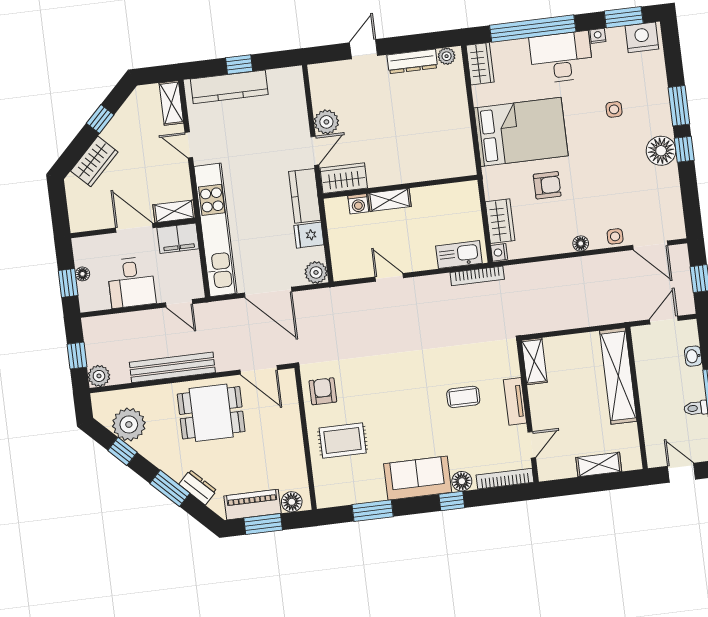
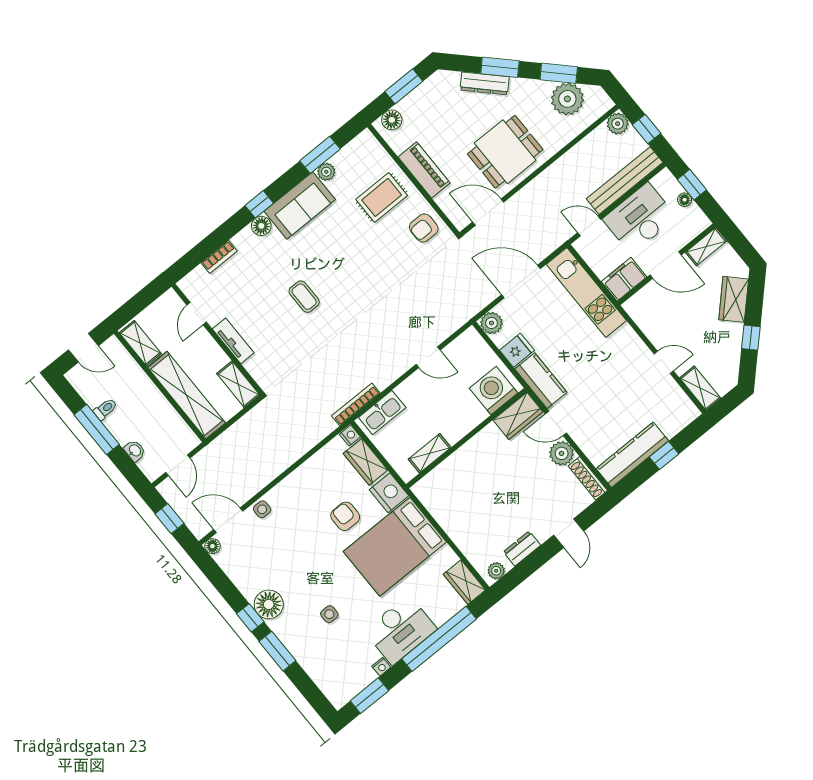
nightstand: (642, 37) -> (389, 493), moved, turned -90
dresser: (412, 61) -> (522, 549), width x0.70
shoe rack: (317, 86) -> (588, 478), added
kitchen counter: (229, 87) -> (632, 455), moved
door: (315, 151) -> (556, 423), hinge flipped
armchair: (547, 185) -> (345, 516), turned 90
shelving: (390, 200) -> (430, 453), moved
washing machine: (358, 204) -> (494, 391), width x1.89, depth x1.89
shelving: (174, 211) -> (706, 247), moved
kitchen unit: (215, 230) -> (586, 292), width x0.73
floor lamp: (581, 243) -> (212, 546), moved
desk: (131, 282) -> (640, 218), width x1.37
shelving: (534, 361) -> (238, 384), moved
bench: (172, 367) -> (625, 181), moved
armchair: (323, 391) -> (424, 228), turned 90
coffee table: (463, 397) -> (304, 297), turned 90
tv unit: (515, 401) -> (233, 341), moved
wall: (528, 411) -> (218, 339), moved
door: (532, 445) -> (197, 314), moved
window: (122, 451) -> (559, 73), width x1.50
shelving: (599, 464) -> (140, 343), moved, turned 90
bookcase: (505, 479) -> (219, 257), width x0.64
dresser: (198, 487) -> (485, 83), width x1.44
plant: (376, 493) -> (326, 172), added
piano: (253, 505) -> (424, 170), moved, turned -90

